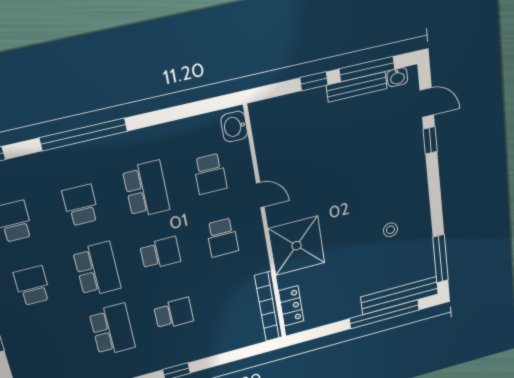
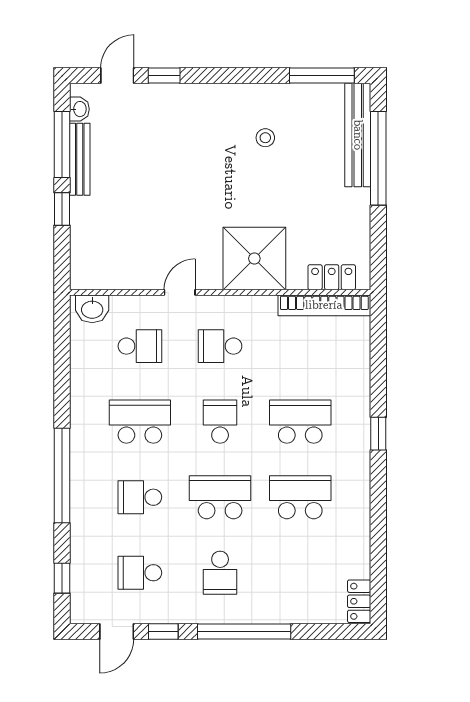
school desk: (222, 238) -> (220, 346), turned 180
school desk: (32, 286) -> (220, 573), turned -90
school desk: (174, 313) -> (300, 422), width x1.85

